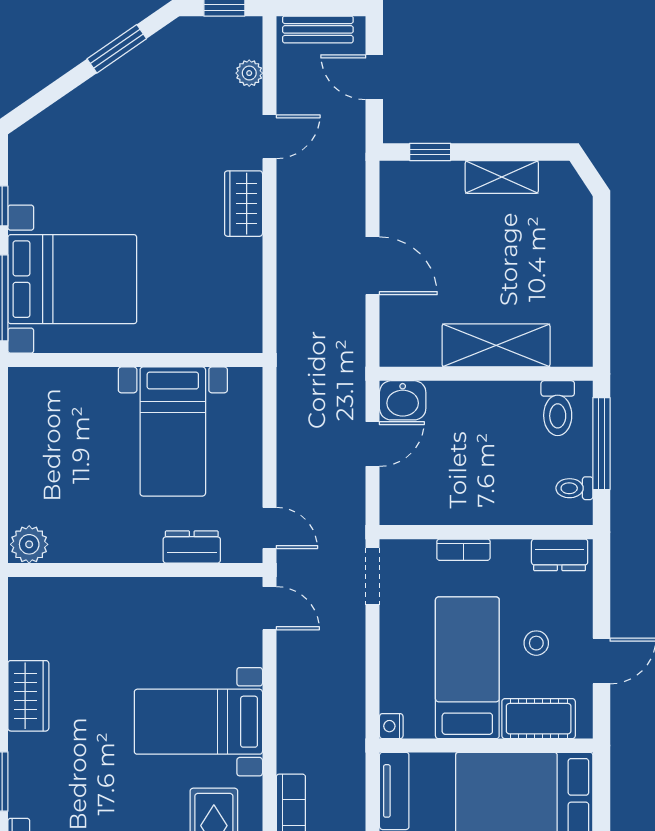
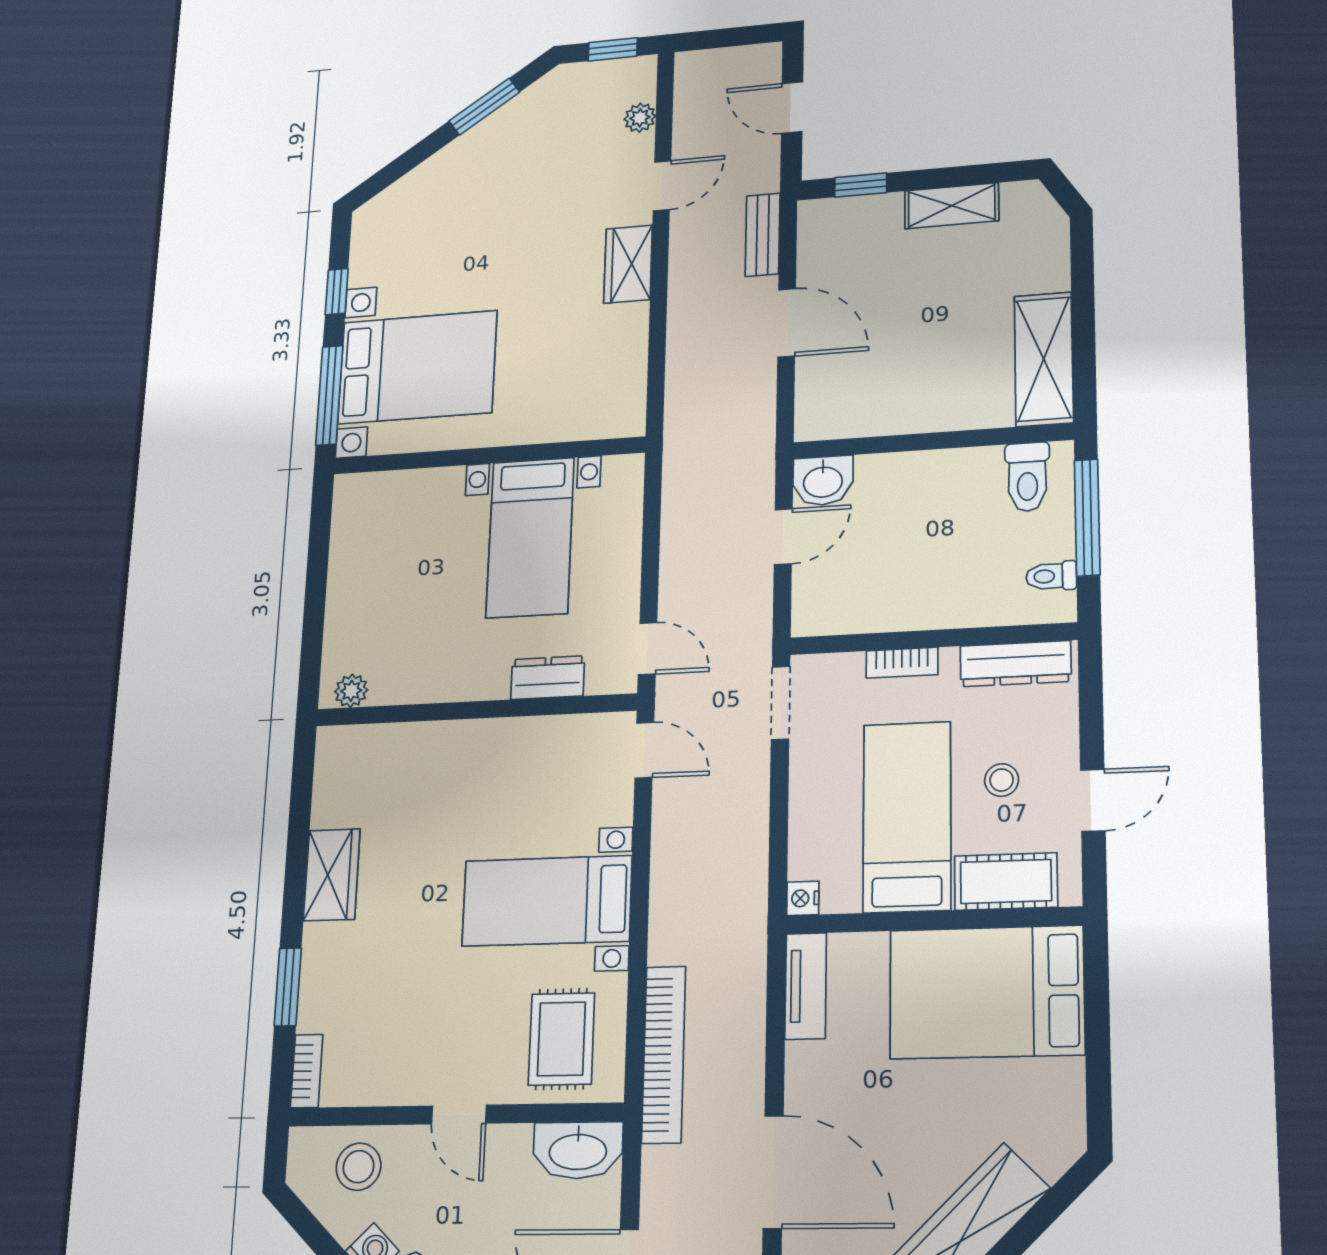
bench: (318, 29) -> (763, 235), moved, turned 90
shelving: (496, 345) -> (1044, 359), moved, turned 90
plant: (29, 544) -> (351, 691), width x0.73, depth x0.73
dresser: (560, 555) -> (1016, 664), width x1.44

